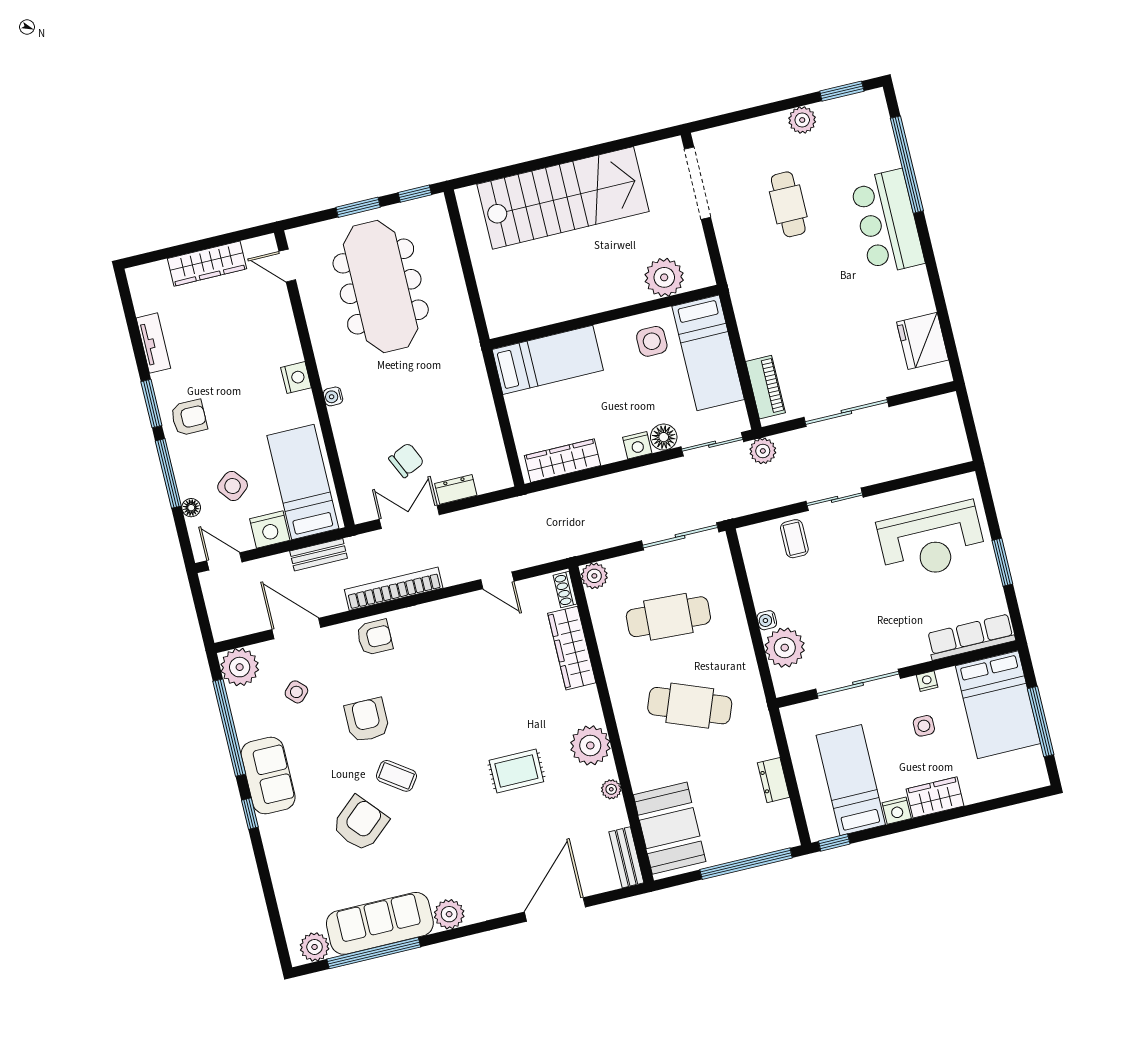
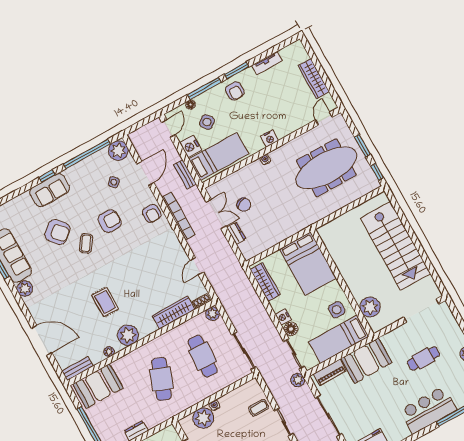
booth: (763, 312) -> (366, 361), added
bed: (548, 360) -> (308, 264), width x1.50
sofa: (268, 776) -> (50, 190), moved

